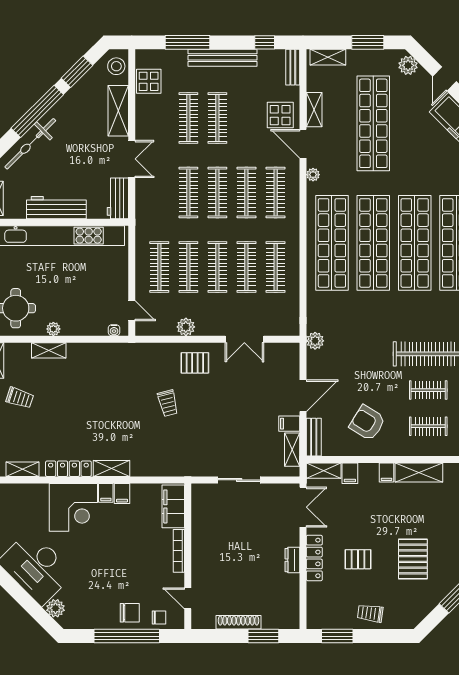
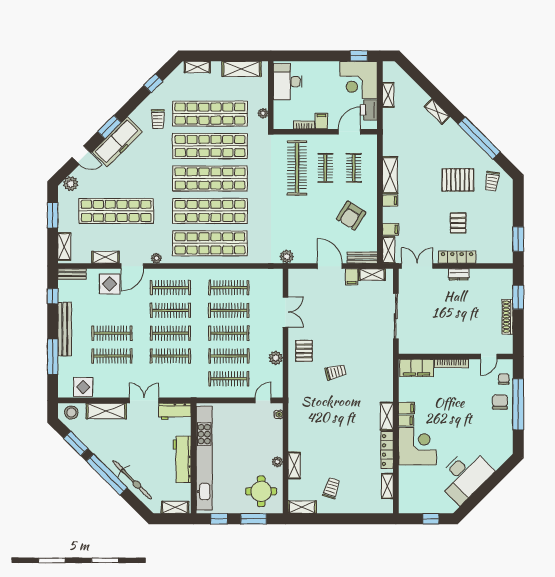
sliding door: (239, 480) -> (396, 316), width x1.37
plant: (55, 608) -> (496, 460), removed
trolley: (370, 613) -> (492, 181), moved

